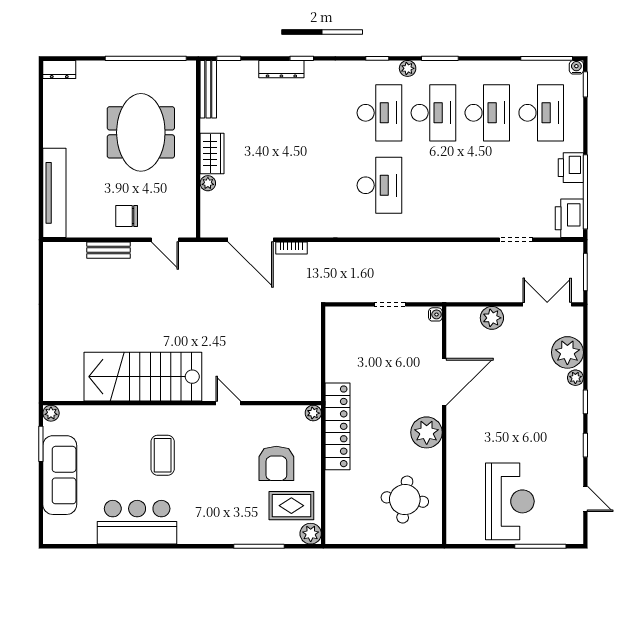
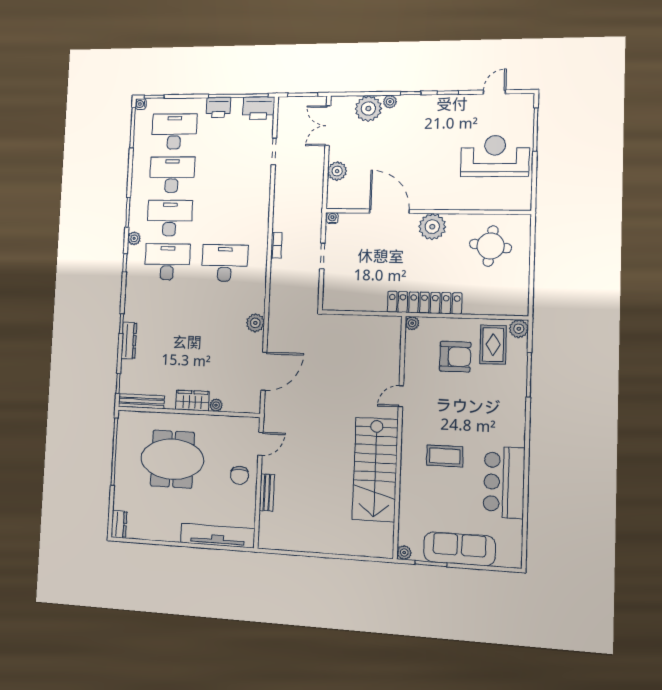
plant: (308, 227) -> (255, 323), added
bookcase: (291, 248) -> (276, 245), moved

